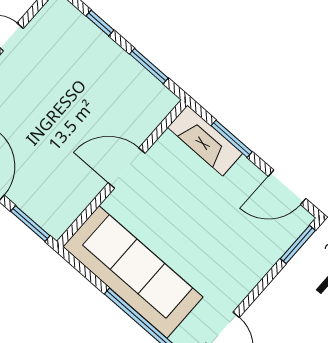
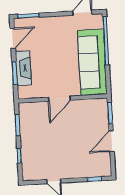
fireplace: (205, 140) -> (23, 68), moved
door: (127, 168) -> (59, 99), hinge flipped
door: (287, 187) -> (13, 38), hinge flipped

